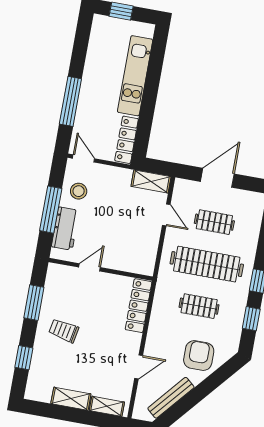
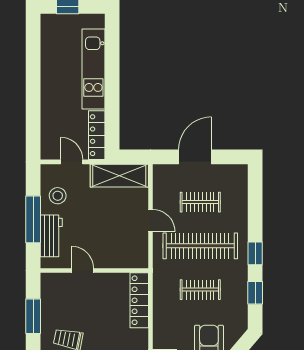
window: (70, 101) -> (33, 107), removed
door: (84, 158) -> (72, 162), moved
shelving: (151, 181) -> (119, 176), width x1.50, depth x1.33
door: (166, 215) -> (150, 220), moved
door: (89, 267) -> (83, 271), hinge flipped

